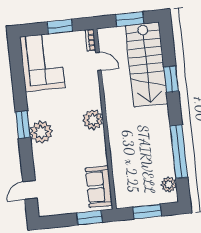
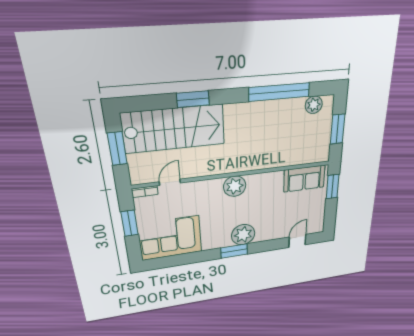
door: (30, 190) -> (297, 241), swing flipped

